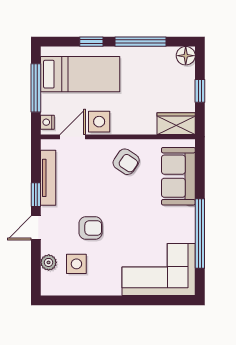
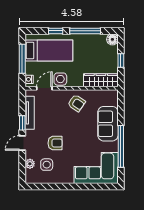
wardrobe: (176, 124) -> (101, 80), width x1.50
sofa: (178, 176) -> (108, 124), moved

